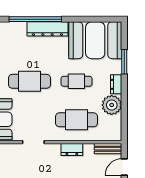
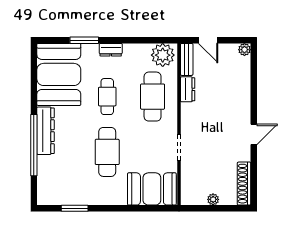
plant: (112, 105) -> (163, 55), moved
dresser: (72, 150) -> (188, 89), moved

